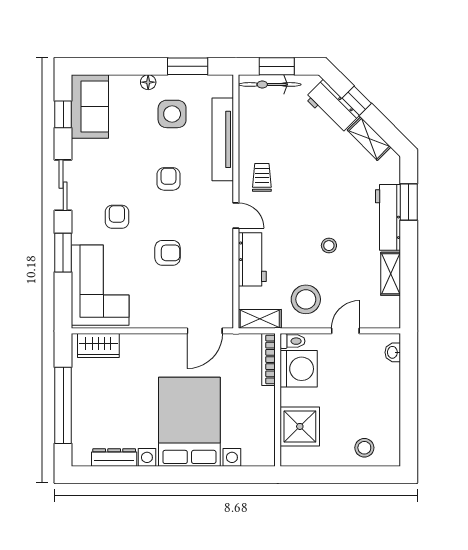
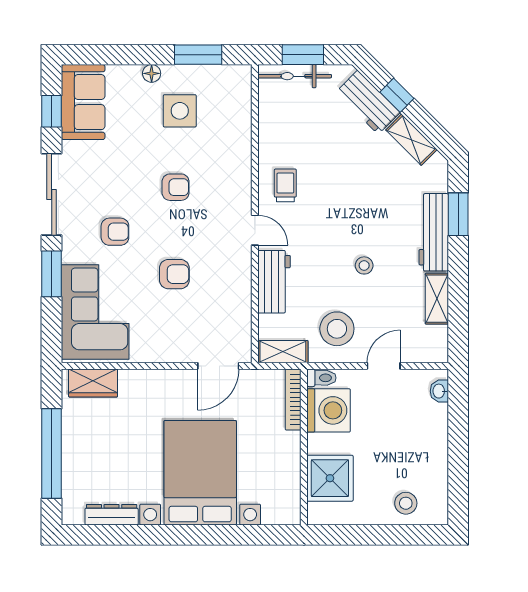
tv unit: (223, 139) -> (239, 141), removed
armchair: (168, 179) -> (176, 187), turned 90
sliding door: (63, 185) -> (52, 194), width x1.37
armchair: (117, 217) -> (115, 232), turned 90

